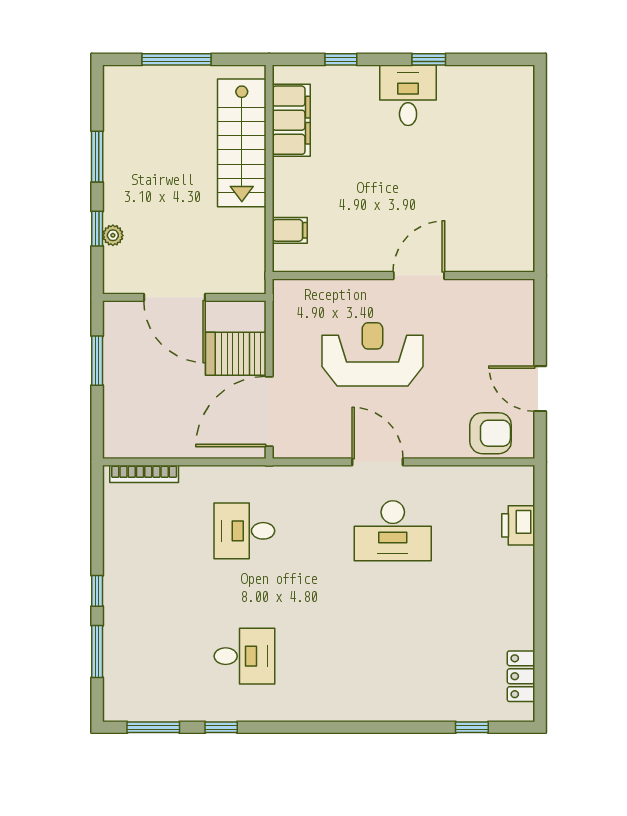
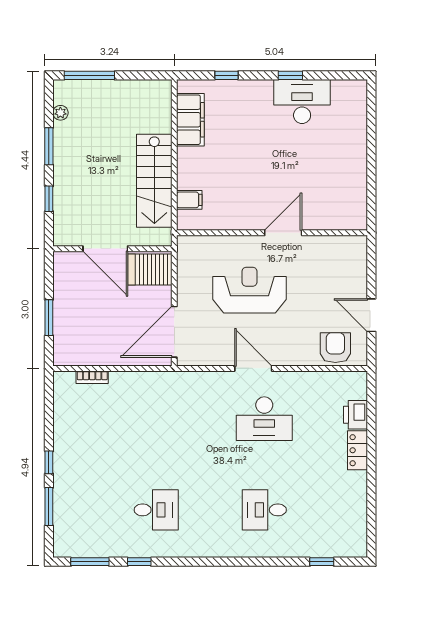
window: (177, 59) -> (89, 75), moved
desk: (408, 95) -> (302, 102), moved, width x1.37
stairs: (242, 143) -> (154, 181), moved
plant: (113, 235) -> (60, 113), moved
server rack: (236, 354) -> (150, 269), moved
window: (97, 361) -> (49, 318), moved
armchair: (491, 433) -> (335, 348), turned -90
bookcase: (144, 474) -> (92, 377), width x0.64
desk: (244, 531) -> (264, 510), moved
locker: (521, 676) -> (358, 450), moved

